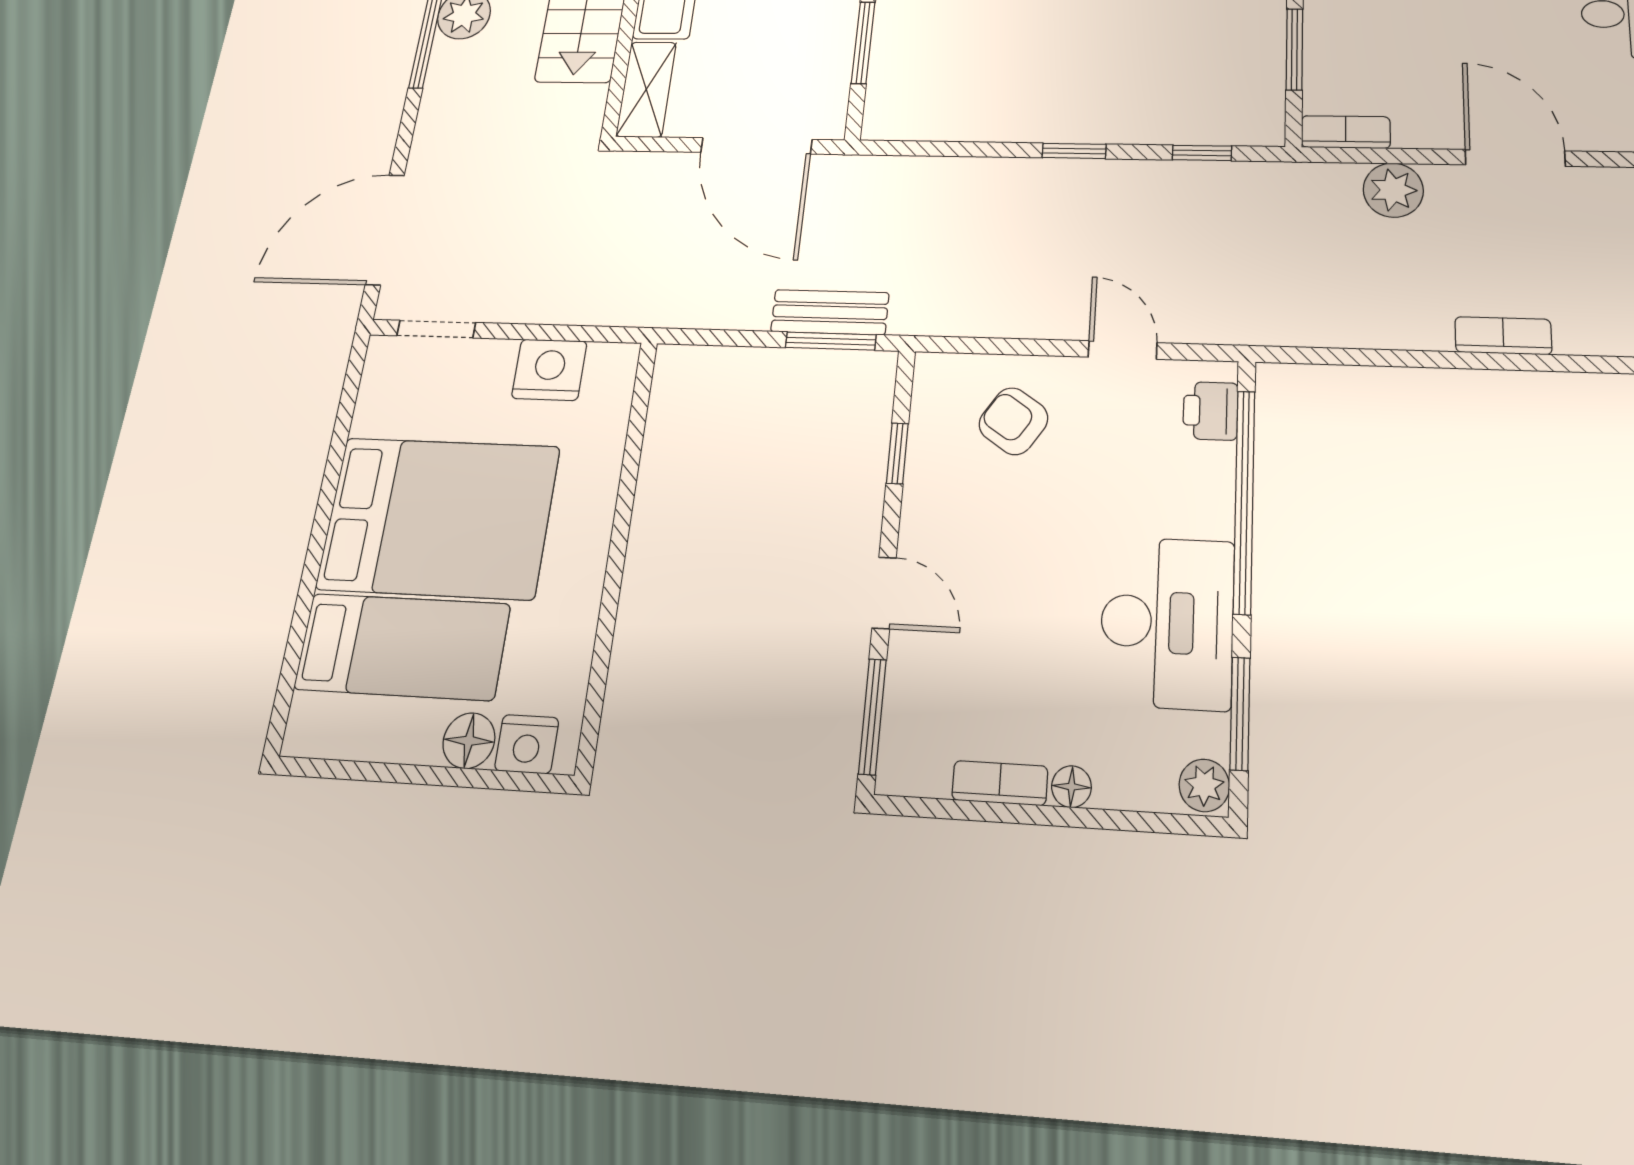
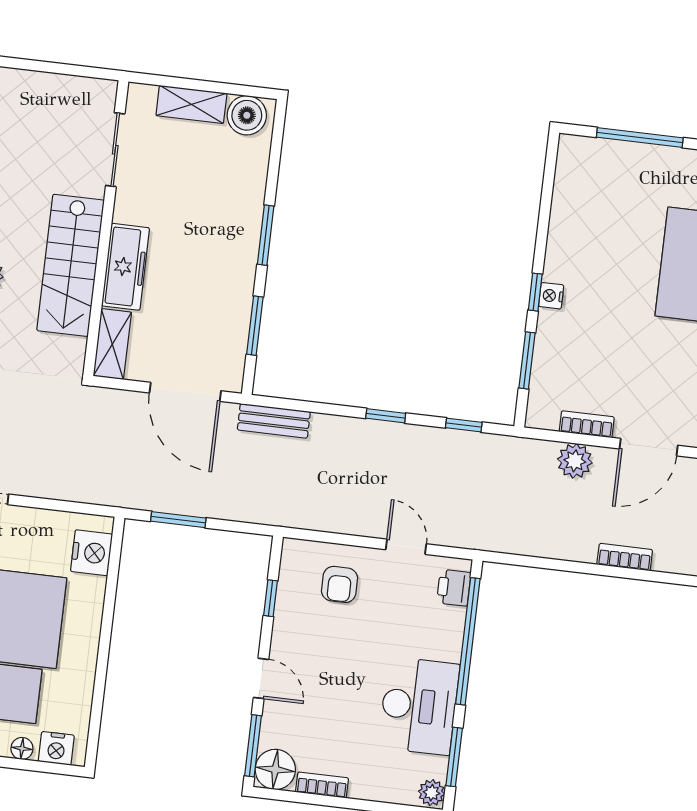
bookcase: (1346, 132) -> (587, 424), moved
door: (1515, 158) -> (649, 447), swing flipped
bench: (830, 312) -> (274, 421), moved
window: (831, 341) -> (178, 520), moved
nightstand: (549, 370) -> (92, 553), moved, turned 90
armchair: (1013, 421) -> (339, 584), turned -124
floor lamp: (469, 741) -> (22, 748), width x0.73, depth x0.73
floor lamp: (1071, 787) -> (275, 769), moved, width x1.89, depth x1.89

